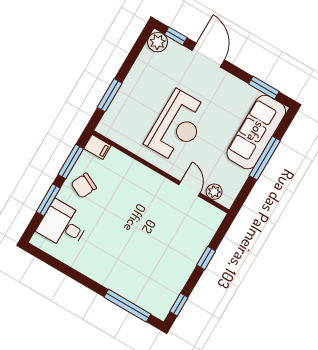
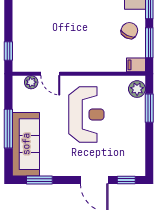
plant: (158, 42) -> (137, 89), moved
reception desk: (177, 126) -> (86, 114), turned 180
window: (206, 258) -> (8, 51), moved

